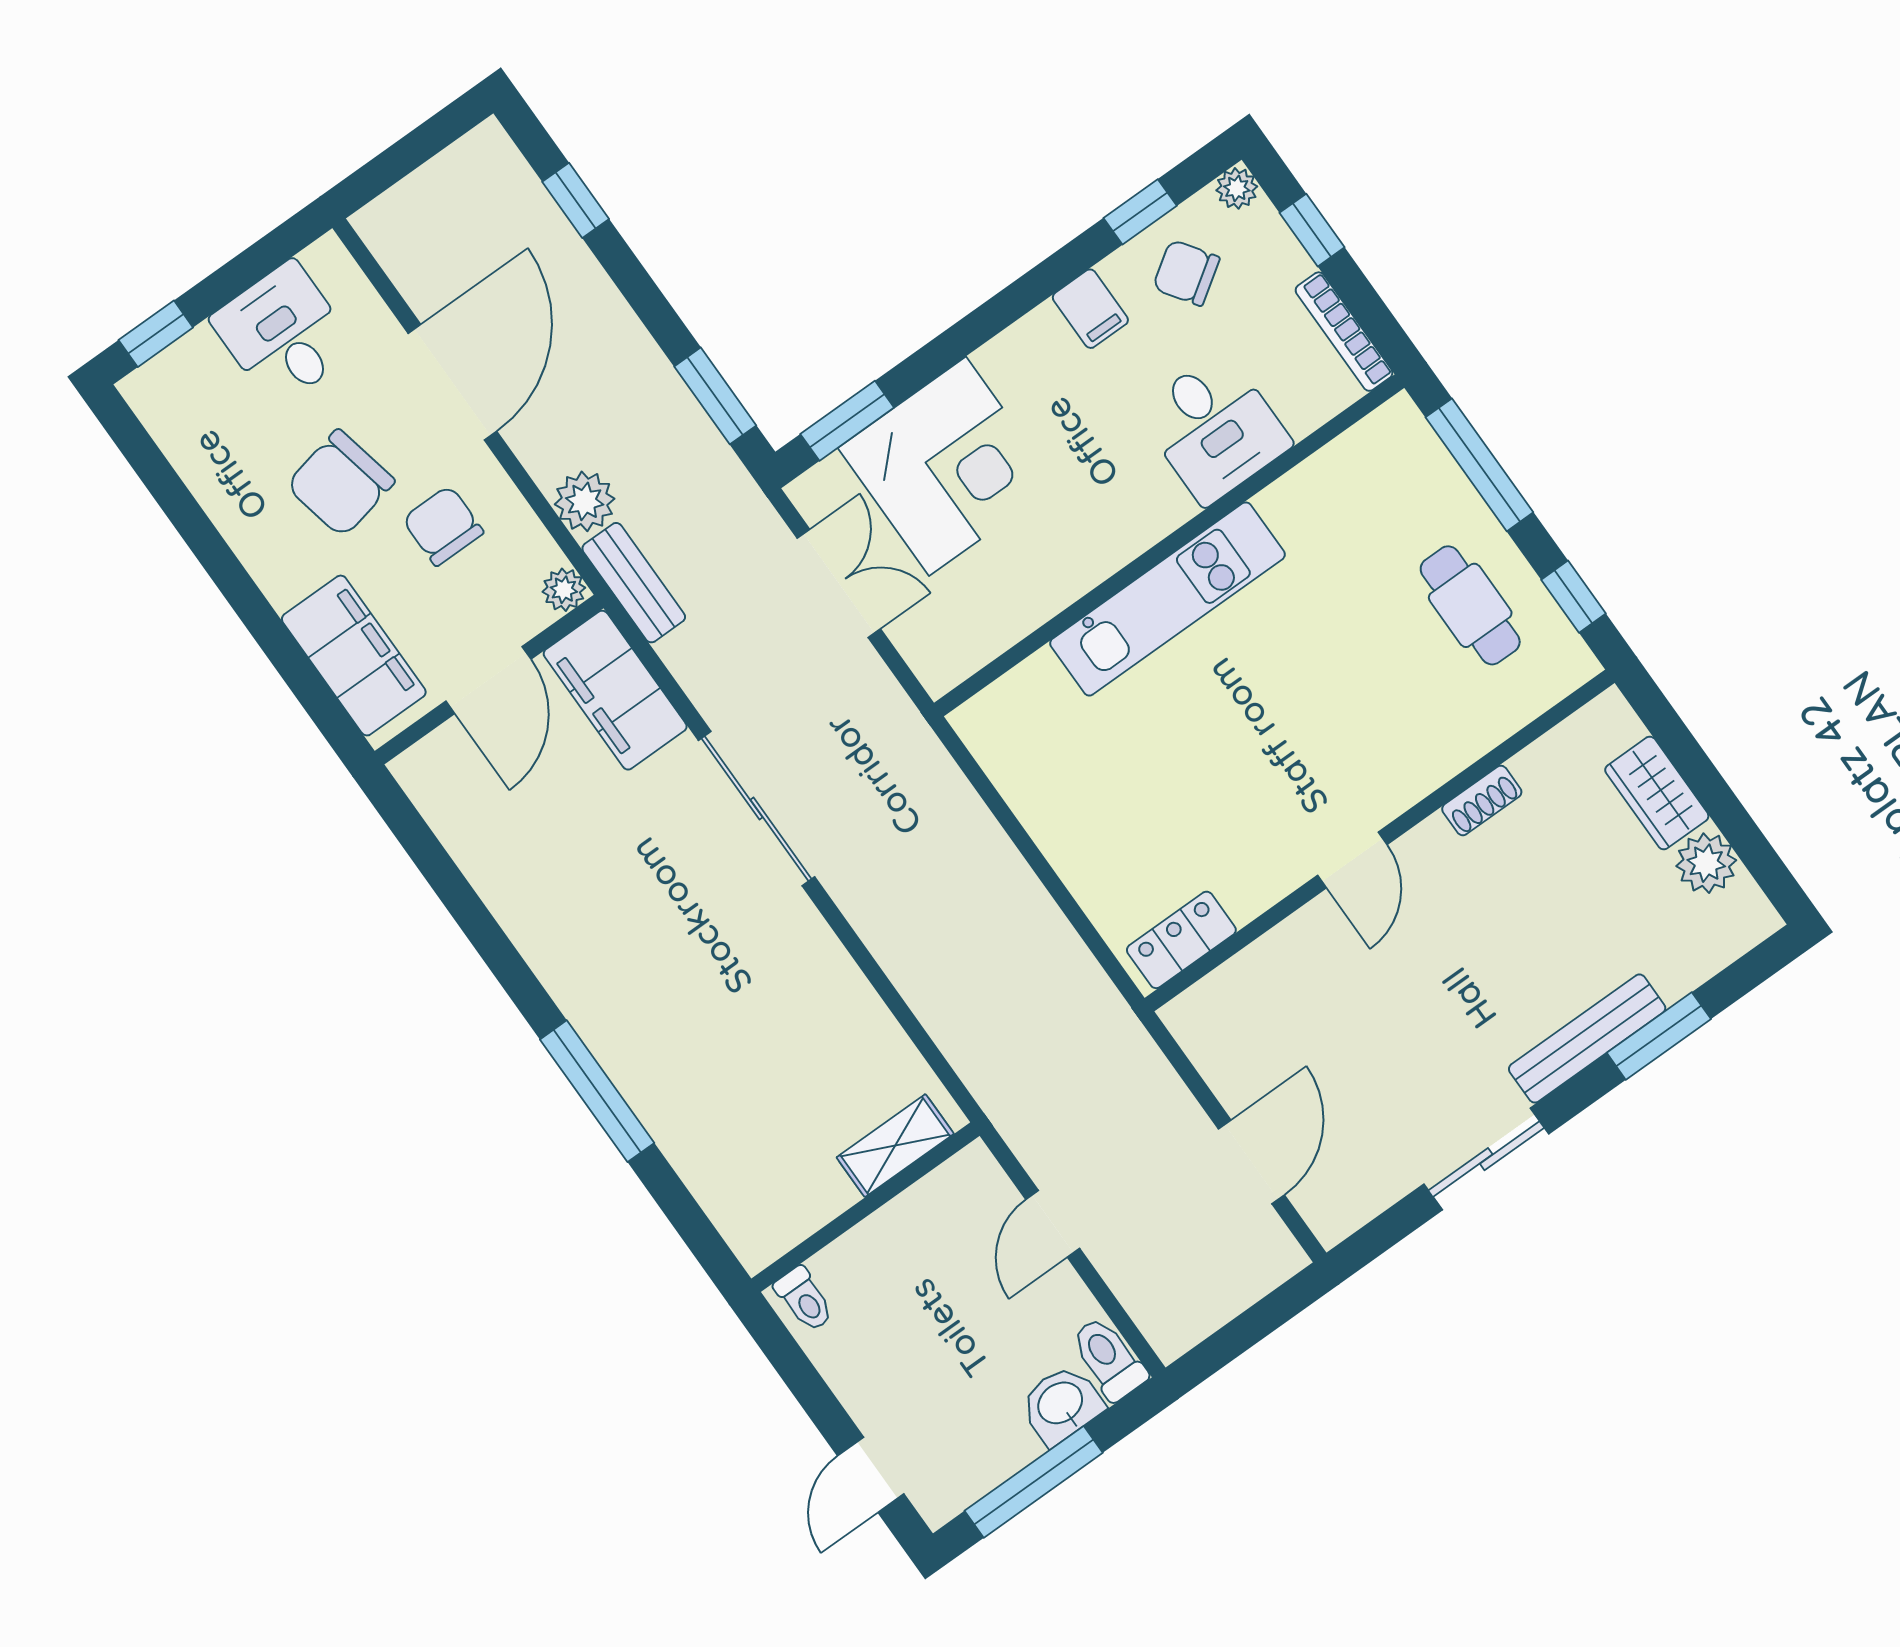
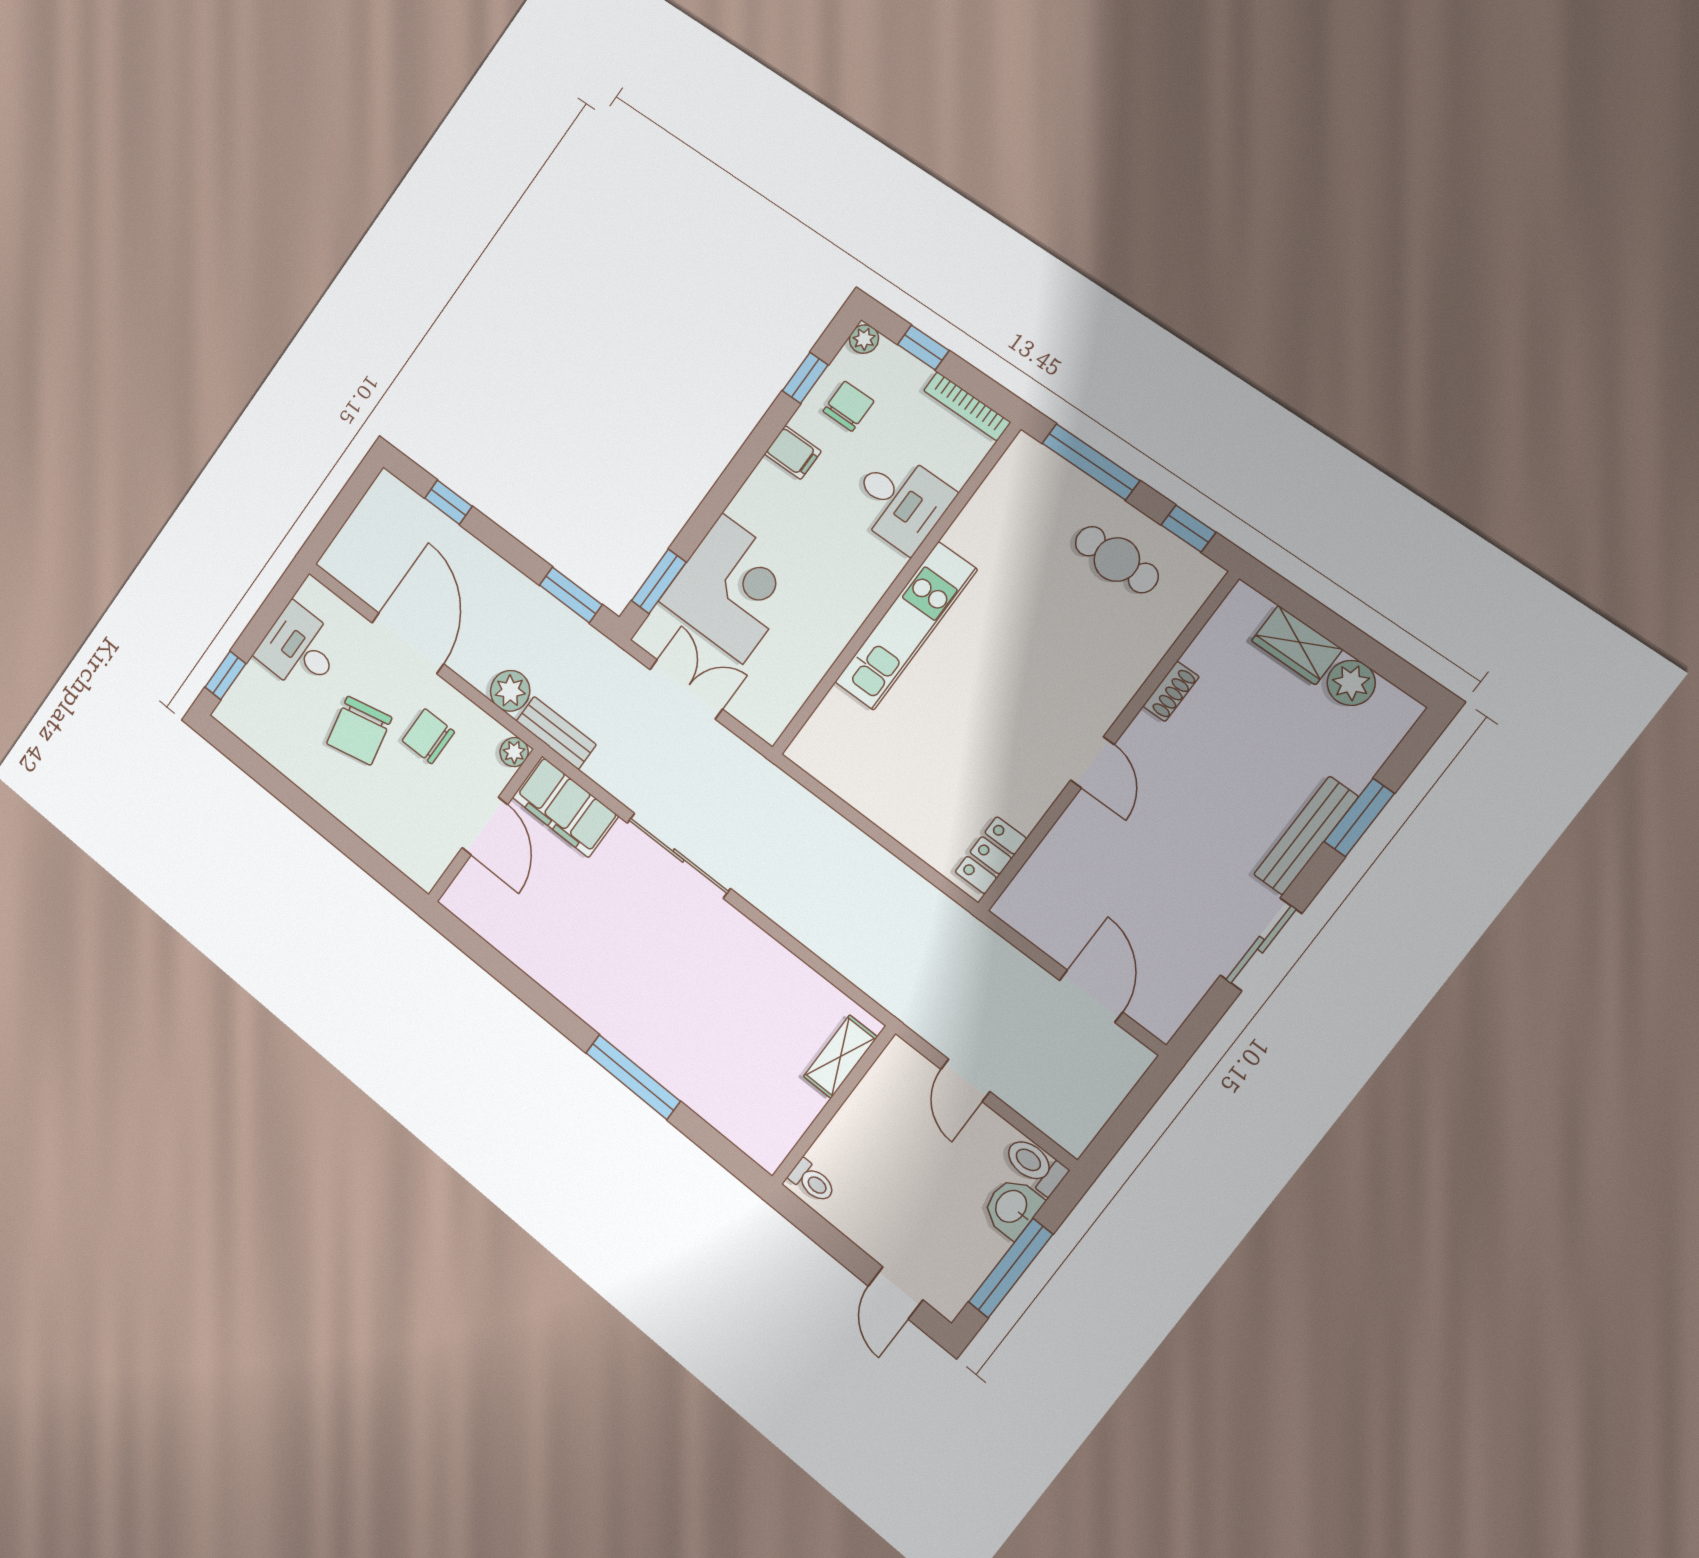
chair: (1186, 273) -> (848, 406), turned 124
filing cabinet: (354, 656) -> (398, 838), removed

